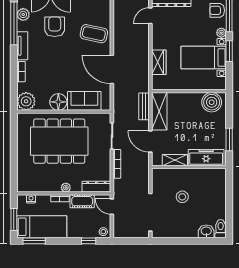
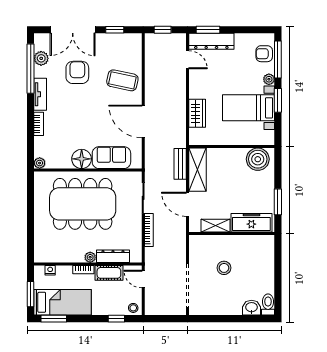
door: (150, 16) -> (187, 60), swing flipped
plant: (26, 101) -> (40, 163), width x0.53, depth x0.53
dresser: (96, 187) -> (113, 256), moved

